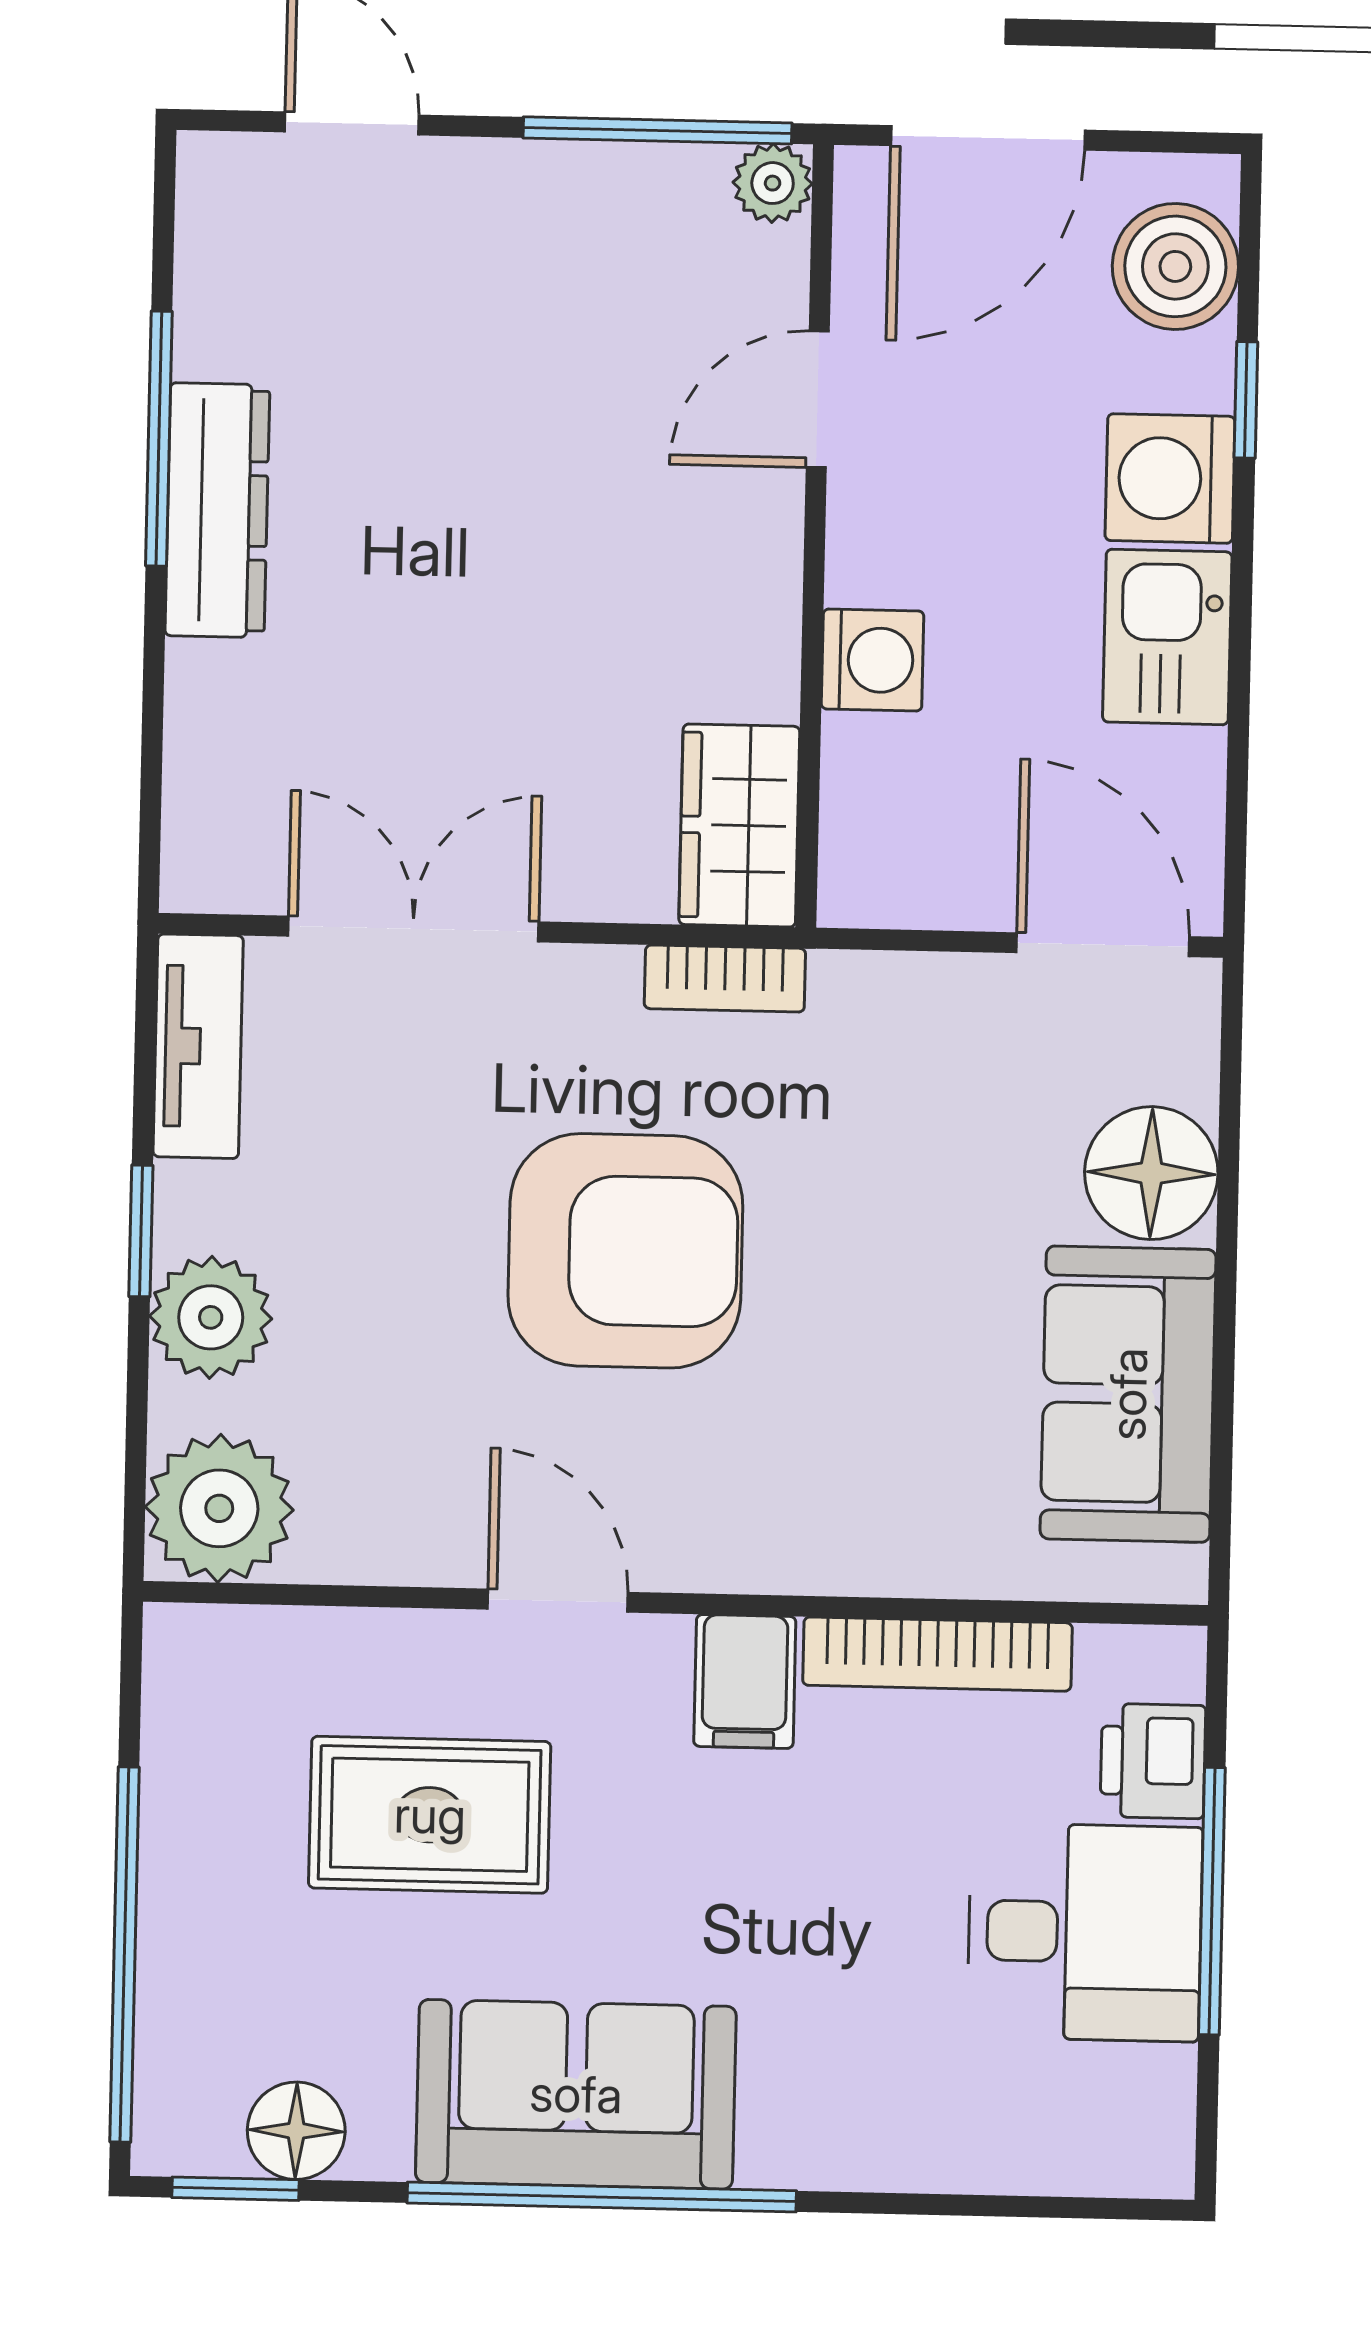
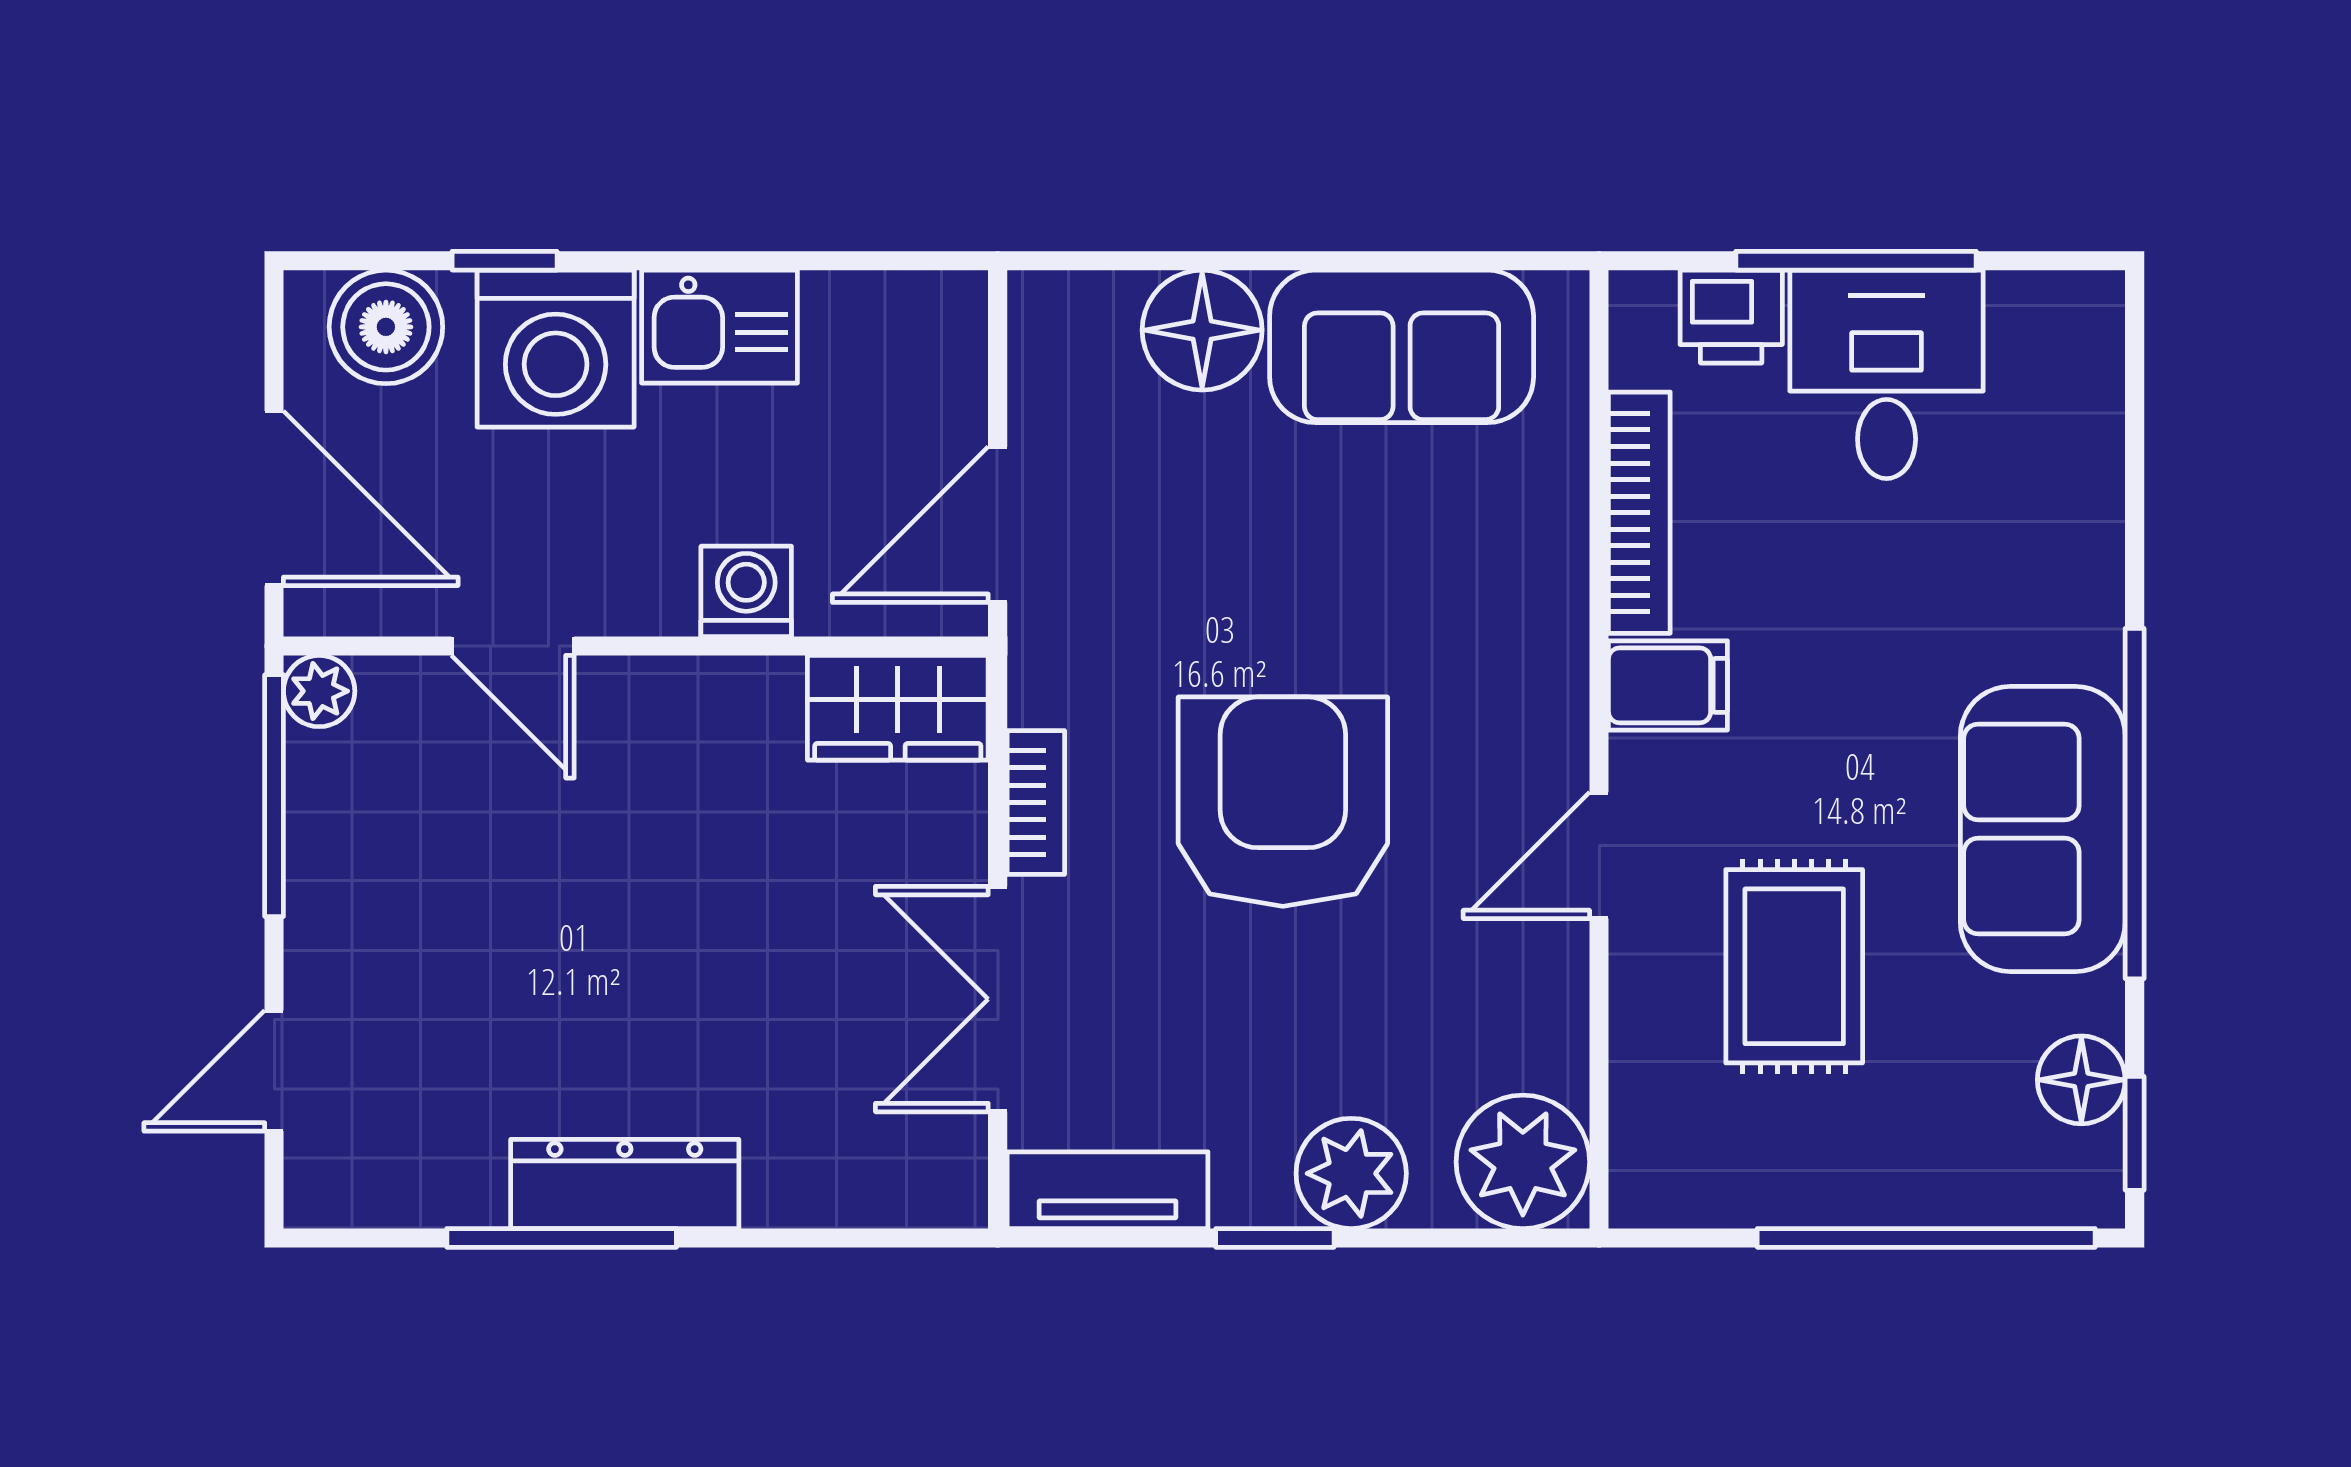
washing machine: (1170, 478) -> (556, 349), width x1.37, depth x1.37
door: (1103, 945) -> (998, 525), moved
bookcase: (725, 979) -> (1036, 802), moved

